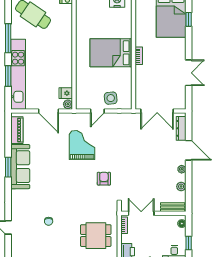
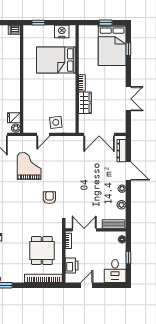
bed: (111, 53) -> (56, 60), moved
wardrobe: (142, 77) -> (85, 103), added
dining table: (96, 236) -> (42, 251), turned 90

